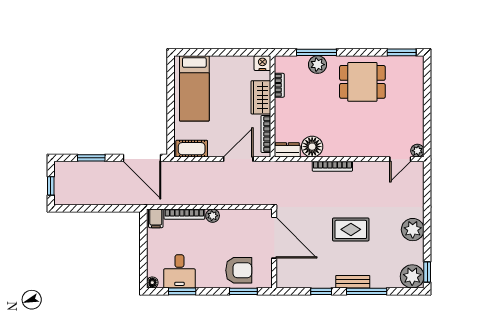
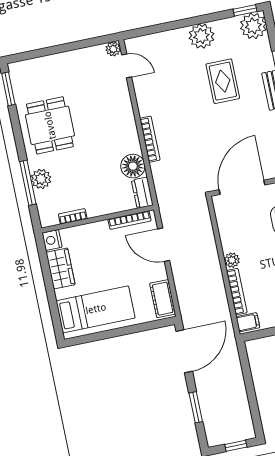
wardrobe: (261, 97) -> (61, 268), moved, turned -90
rug: (351, 229) -> (223, 81), moved

